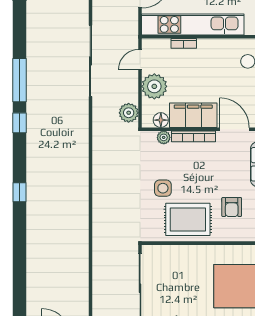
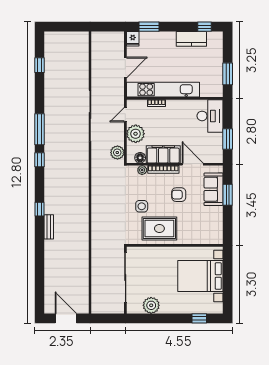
armchair: (232, 207) -> (179, 195), moved, turned 90
bench: (33, 217) -> (49, 227), added

